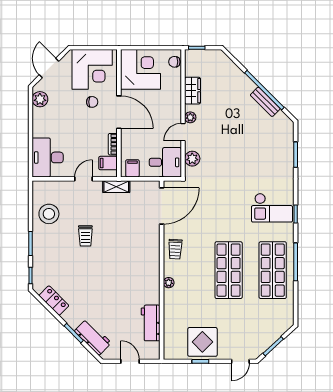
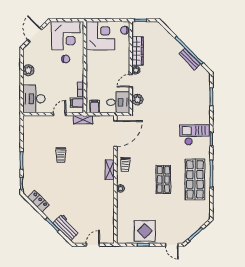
wardrobe: (192, 91) -> (138, 51), width x1.50
plant: (40, 99) -> (28, 70), moved
door: (119, 112) -> (85, 66), removed
checkout: (272, 208) -> (194, 135), turned 180
stool: (49, 214) -> (35, 139), removed
shelving: (154, 257) -> (110, 170), added
shop shelf: (229, 270) -> (163, 179), width x0.70, depth x0.74
workbench: (151, 323) -> (108, 217), removed
door: (130, 361) -> (93, 245), hinge flipped
door: (240, 361) -> (172, 245), hinge flipped

